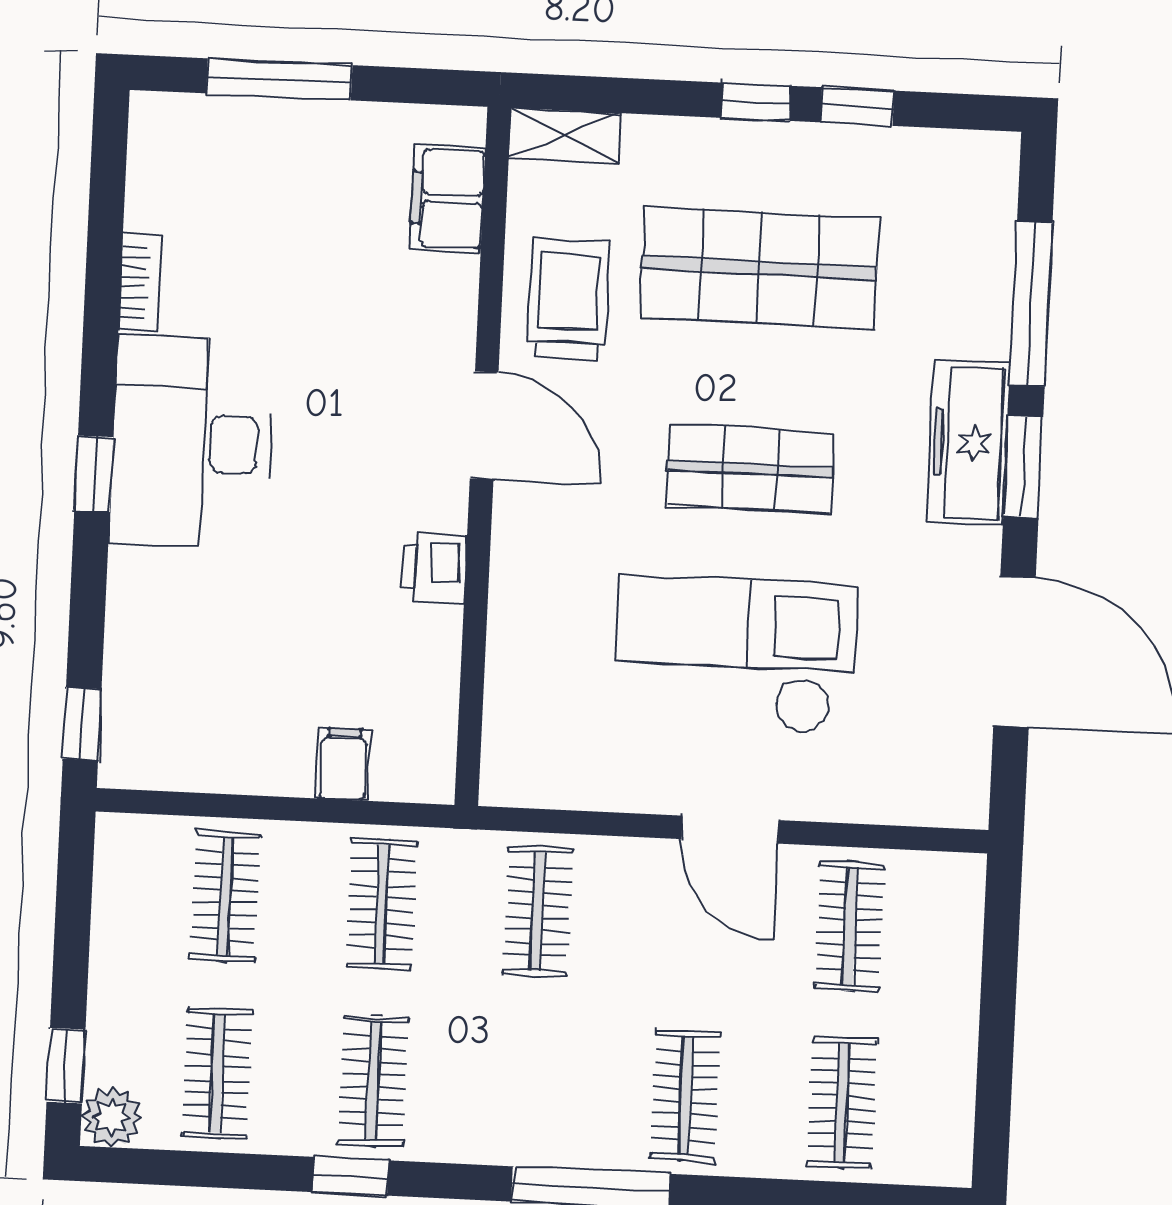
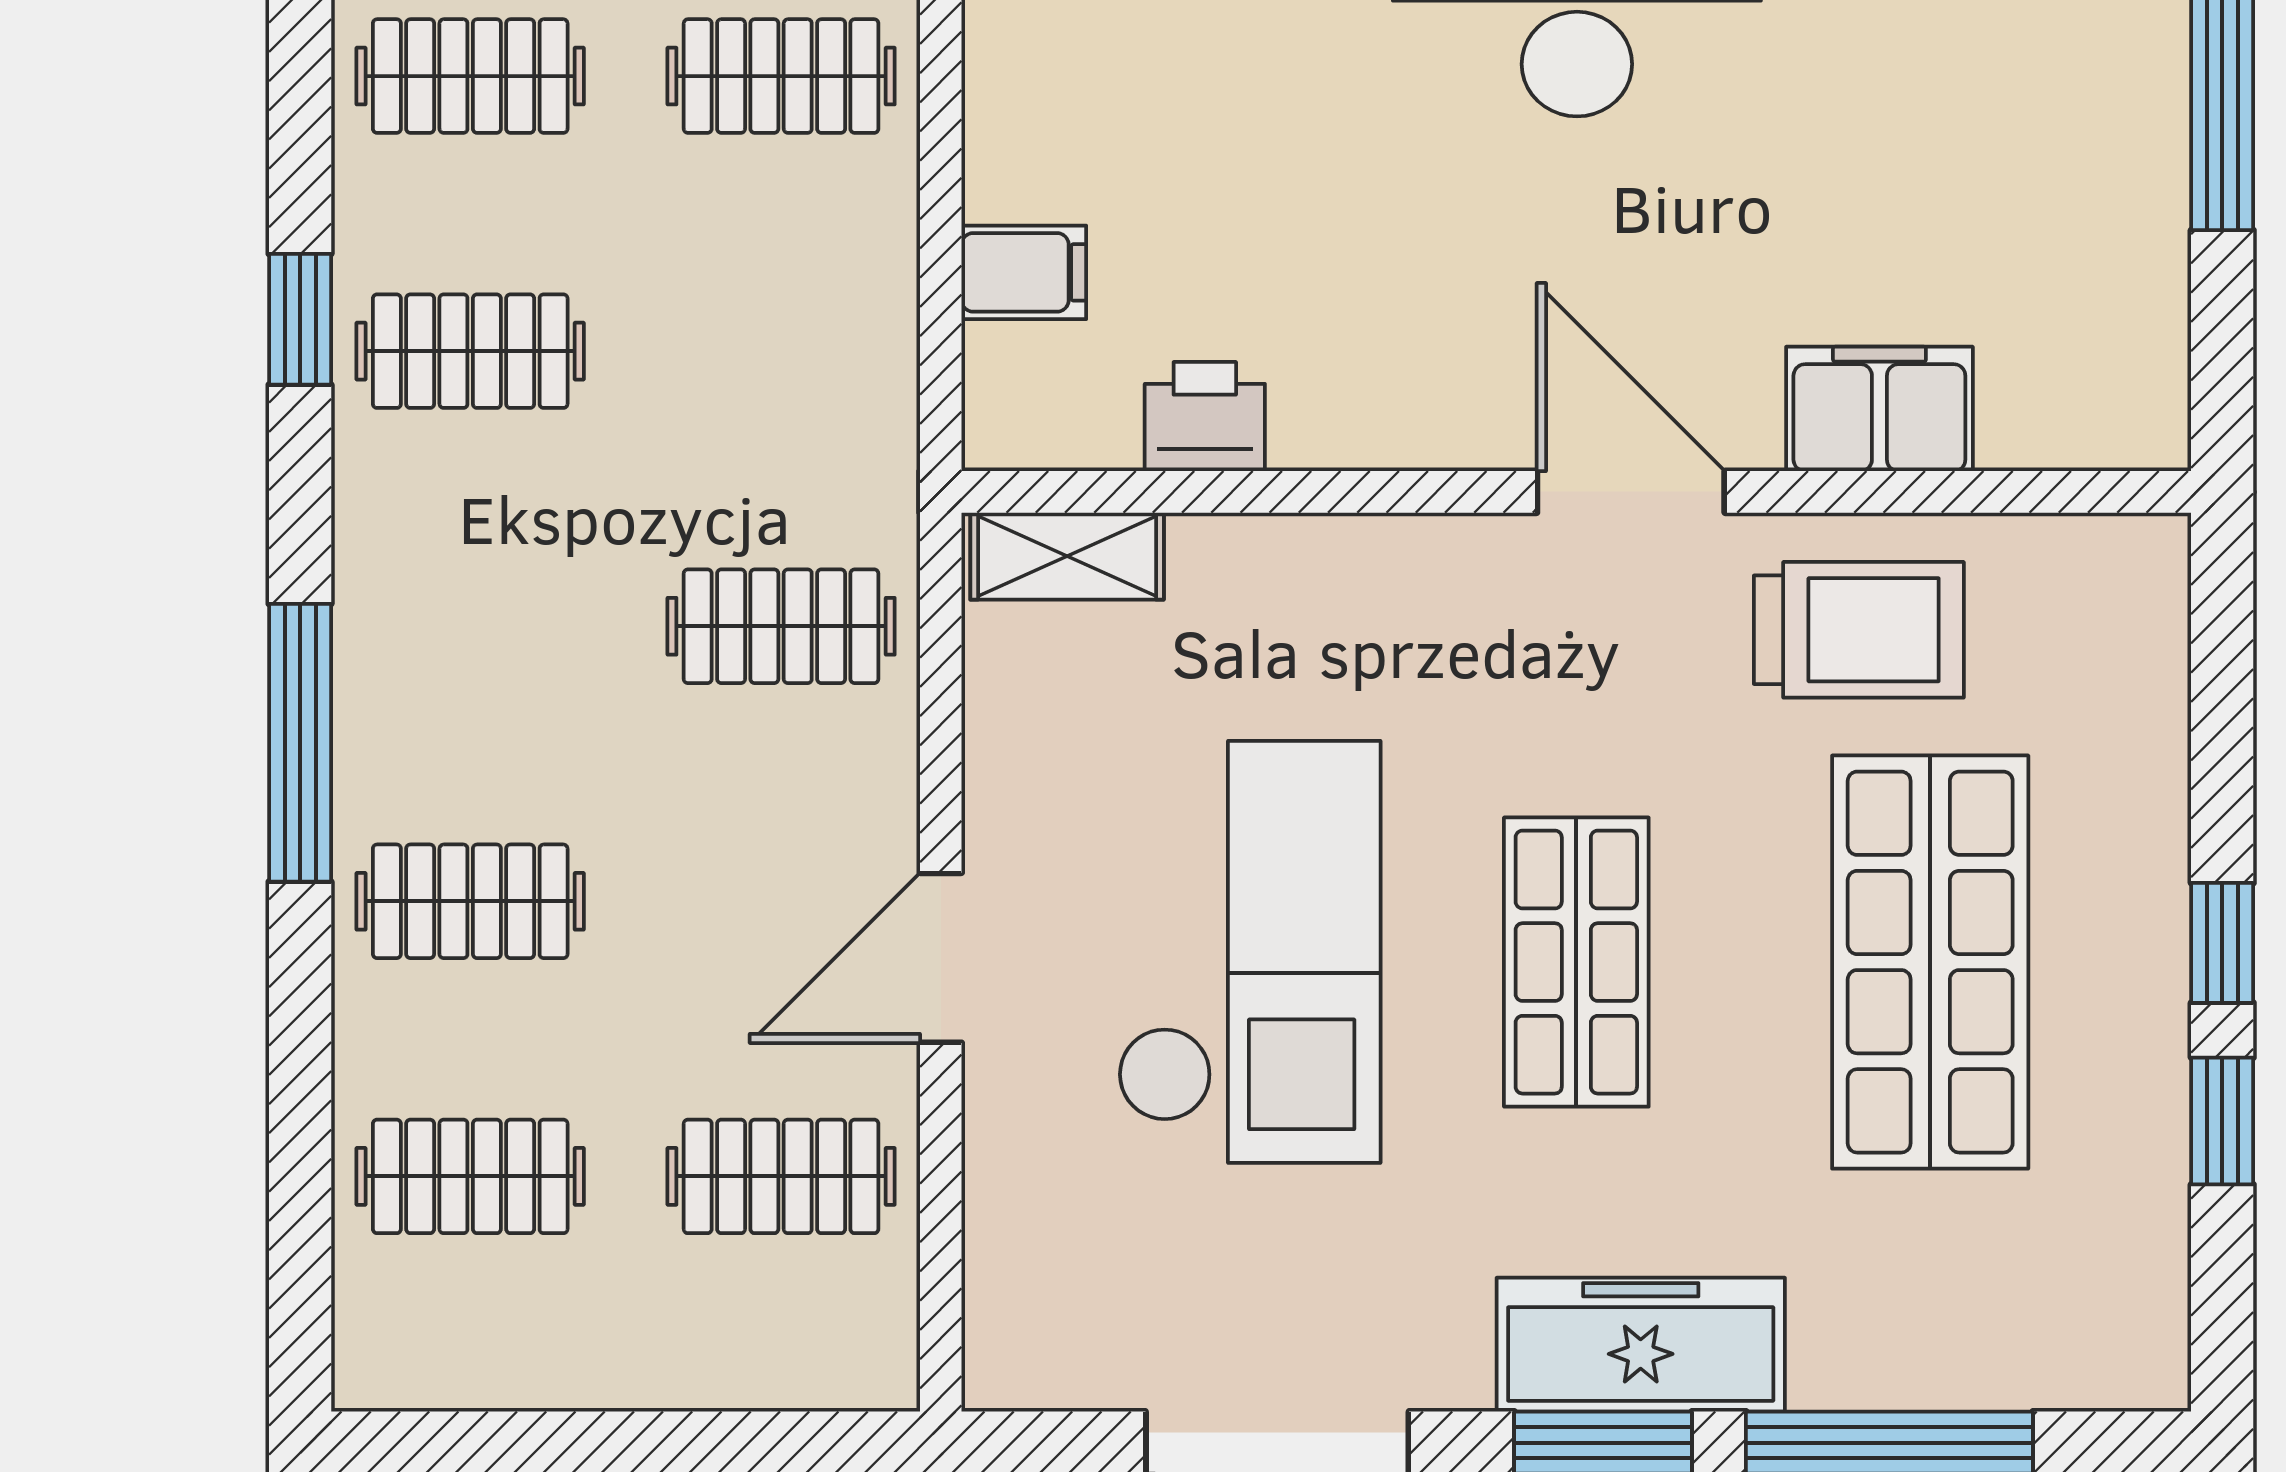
shelving: (565, 135) -> (1067, 556), moved, turned 90
filing cabinet: (448, 198) -> (1879, 409), moved
door: (484, 425) -> (1631, 492), swing flipped
printer: (435, 568) -> (1205, 417), moved
clothes rail: (382, 904) -> (781, 351), removed

